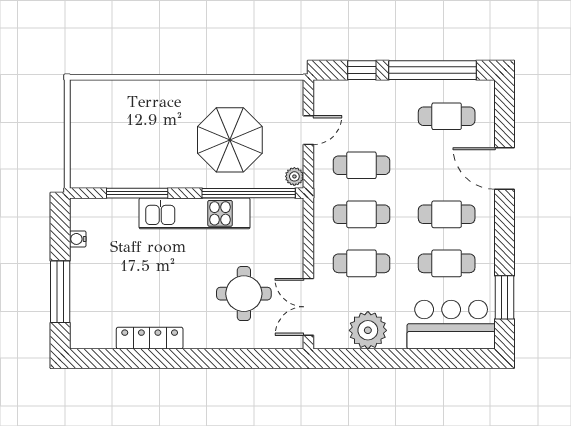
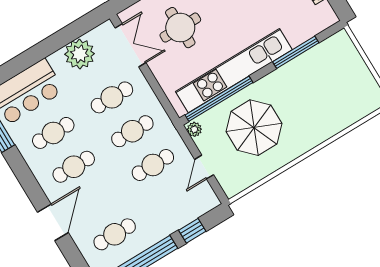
door: (504, 169) -> (53, 222), hinge flipped
kitchen unit: (195, 213) -> (234, 71), width x1.36

